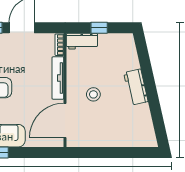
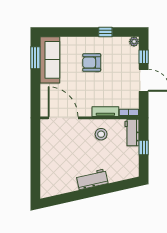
tv unit: (58, 78) -> (105, 112), width x0.71
stool: (93, 94) -> (101, 134), moved

